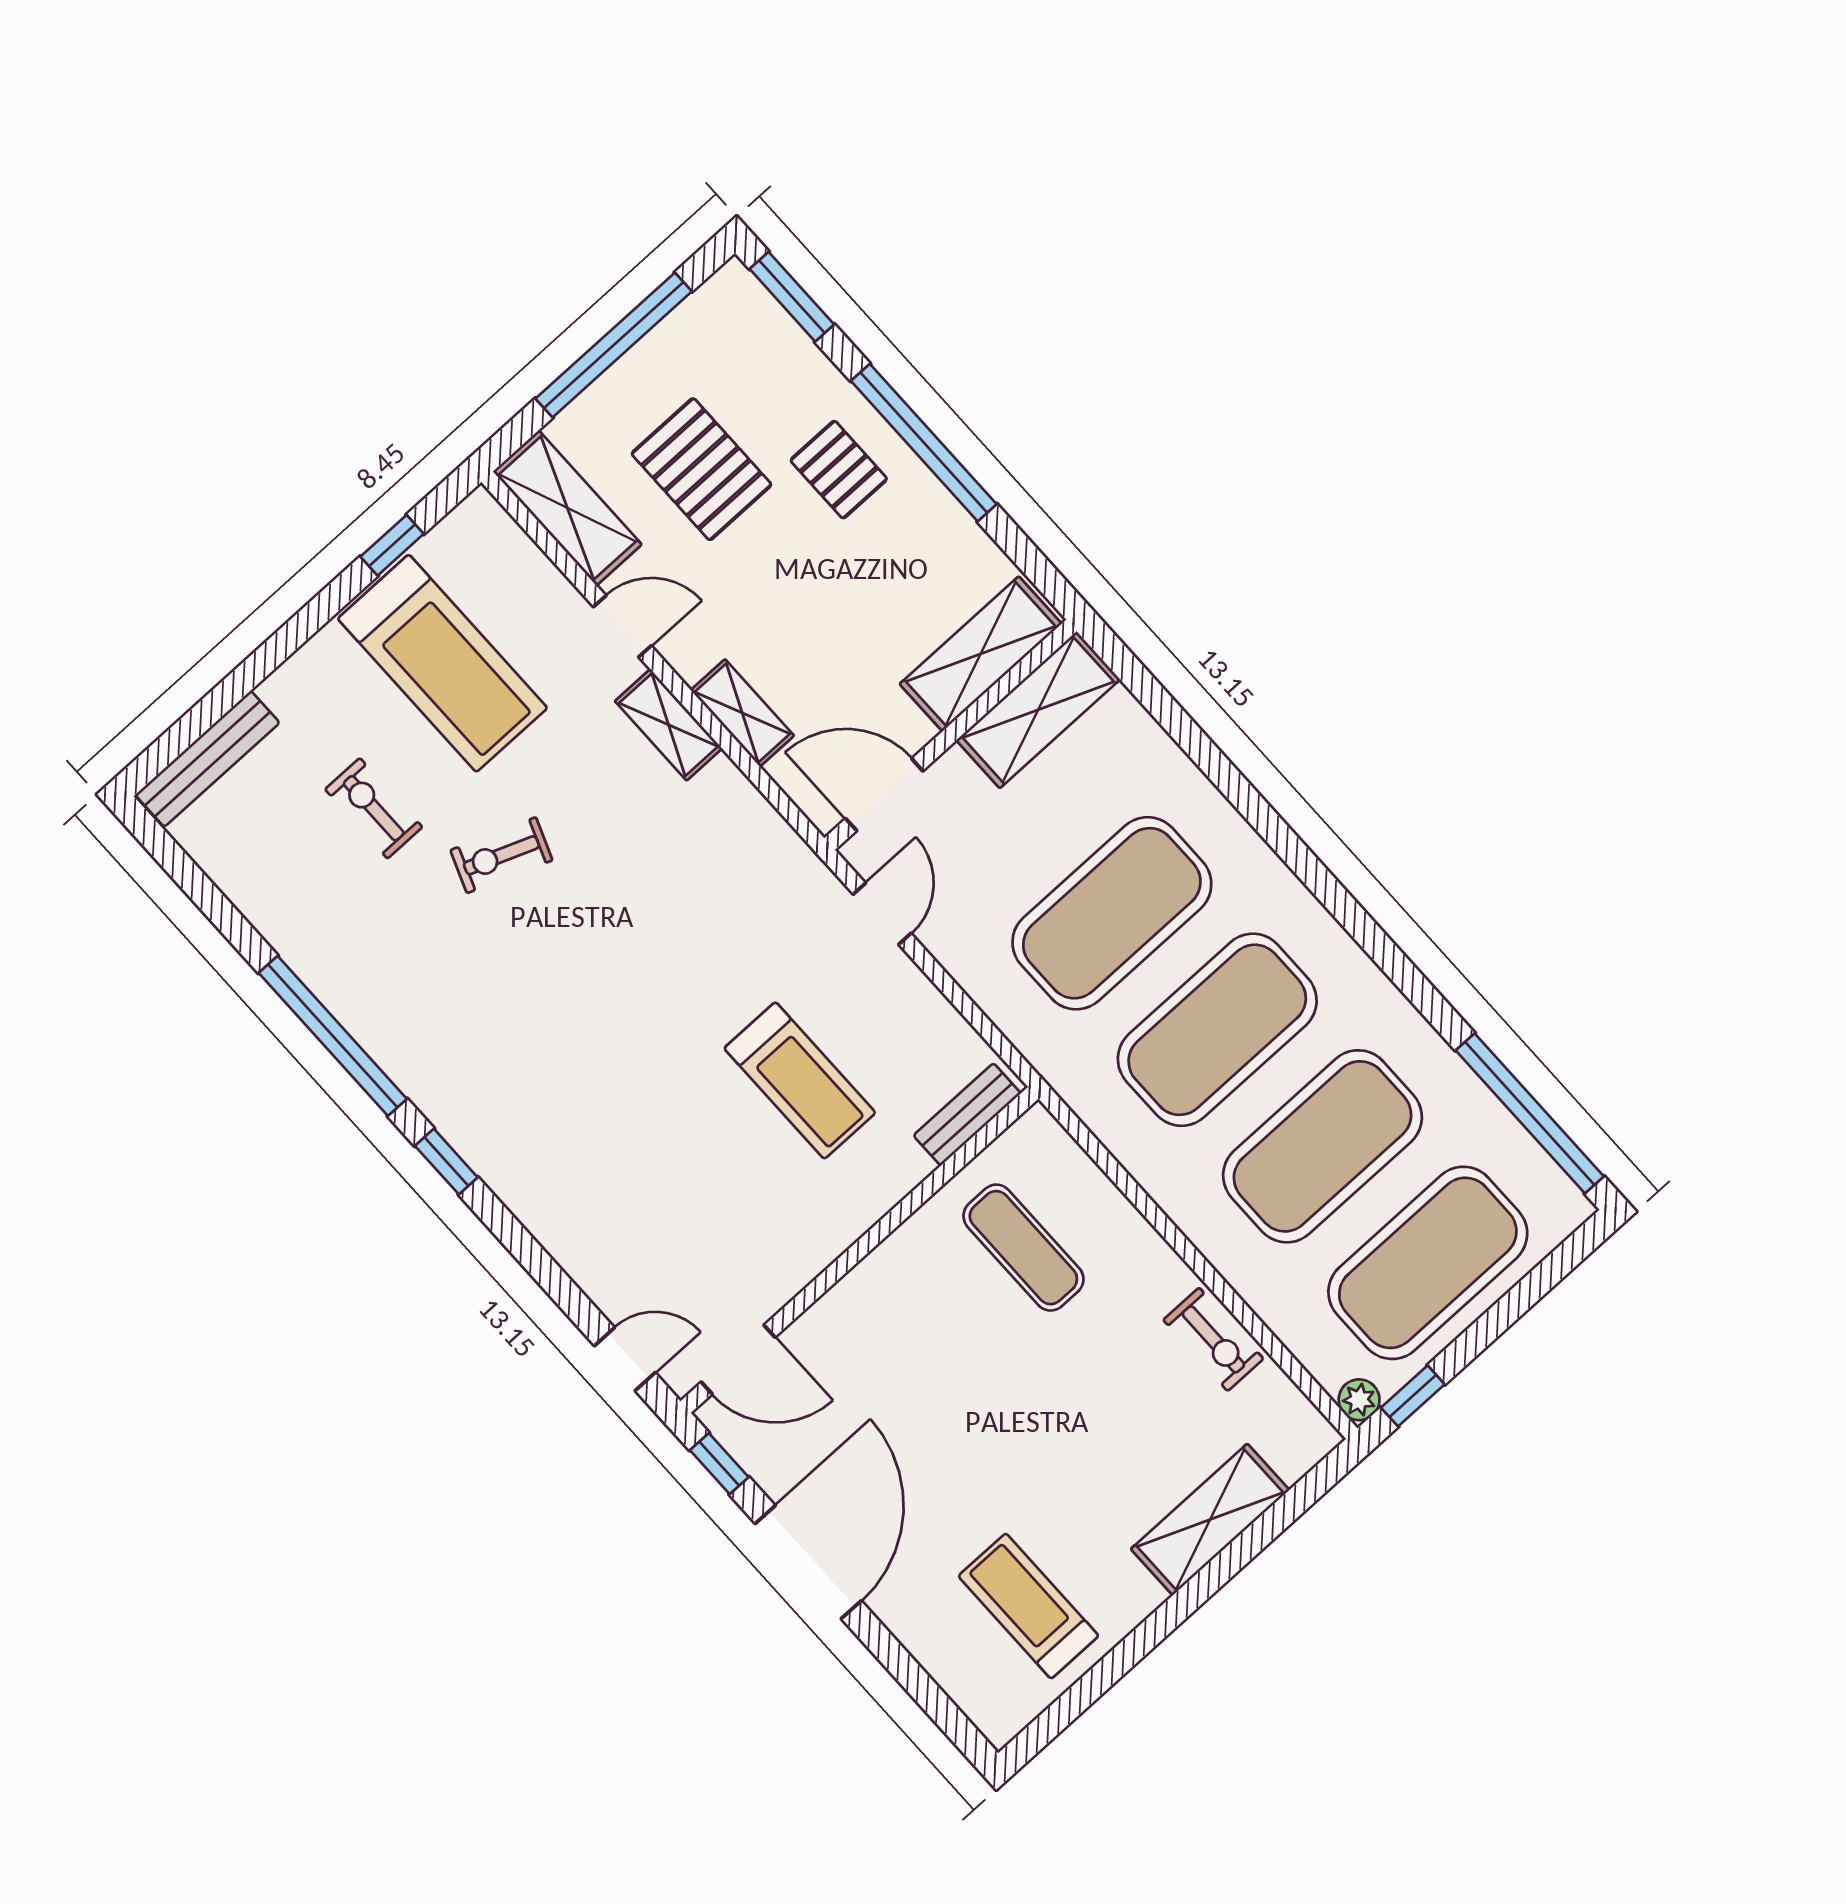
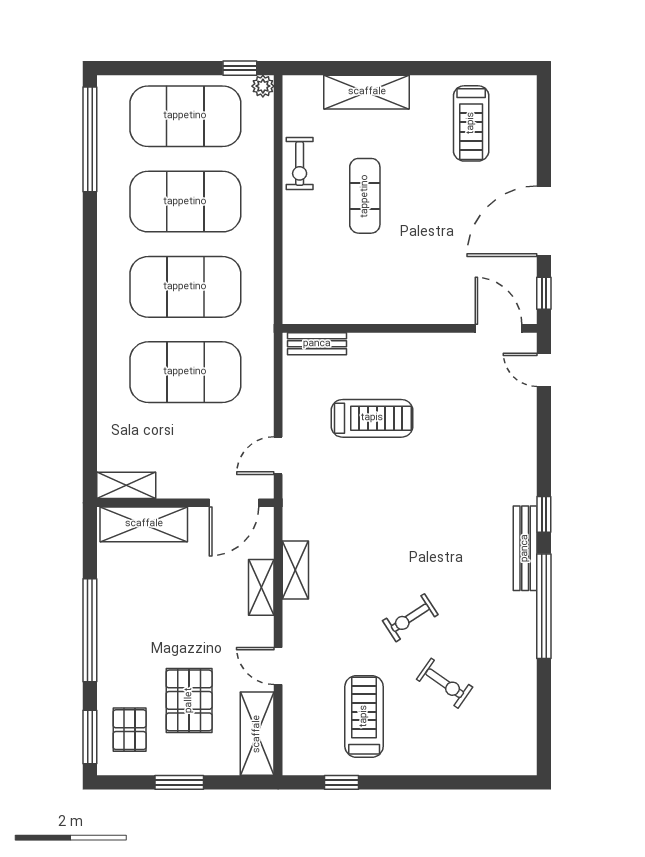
window: (614, 345) -> (179, 782), width x0.47
pallet: (839, 470) -> (130, 730), moved
treadmill: (443, 663) -> (364, 716), width x0.73, depth x0.73
shelving: (1038, 710) -> (126, 485), width x0.67, depth x0.75
shelving: (669, 725) -> (295, 570), moved
bench: (207, 759) -> (525, 548), moved, turned 90
door: (884, 795) -> (234, 503), hinge flipped
exercise bike: (374, 808) -> (445, 683), turned -55
exercise bike: (501, 855) -> (410, 618), turned 126
treadmill: (800, 1080) -> (372, 418), turned 90
exercise mat: (1023, 1248) -> (365, 196), moved
exercise bike: (1213, 1339) -> (300, 163), turned 180

